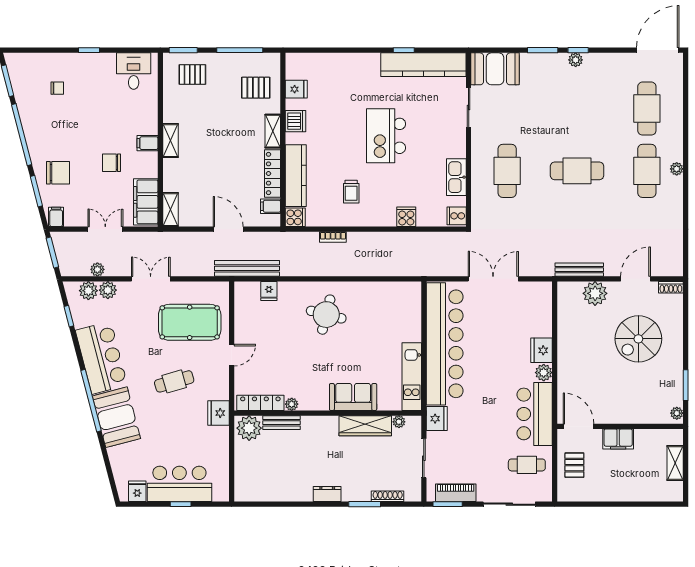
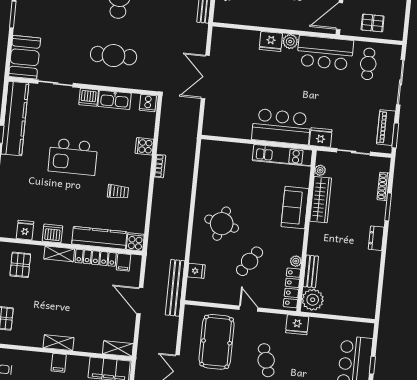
dishwasher: (456, 147) -> (89, 97), added
door: (228, 229) -> (140, 301), hinge flipped
bookcase: (333, 237) -> (160, 166), moved
bar counter: (445, 344) -> (281, 127), width x0.54
cafe table: (286, 351) -> (250, 261), added

